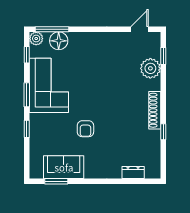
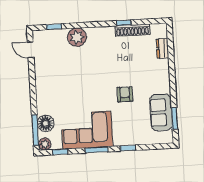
plant: (150, 68) -> (77, 37), moved
shoe rack: (155, 110) -> (132, 30), moved
armchair: (85, 129) -> (125, 94), turned -90

